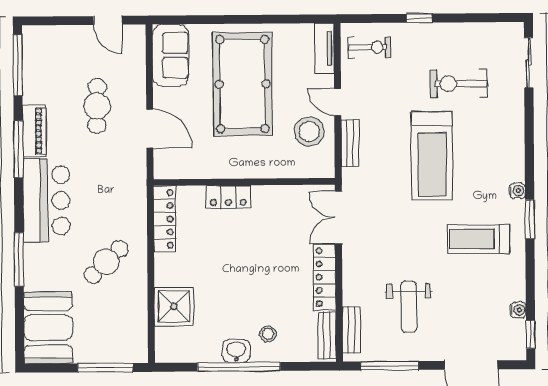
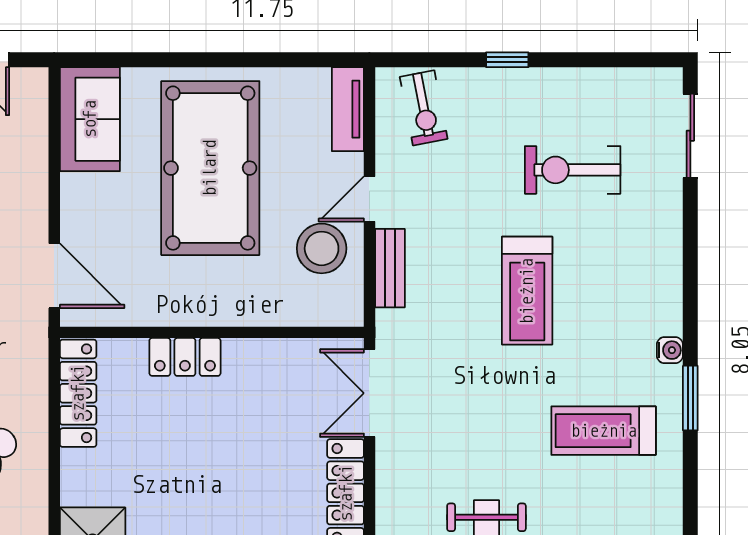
exercise bike: (370, 47) -> (424, 108), turned 79
door: (338, 102) -> (369, 199), hinge flipped
door: (150, 129) -> (54, 276), moved
treadmill: (432, 156) -> (527, 291), width x0.73, depth x0.73

